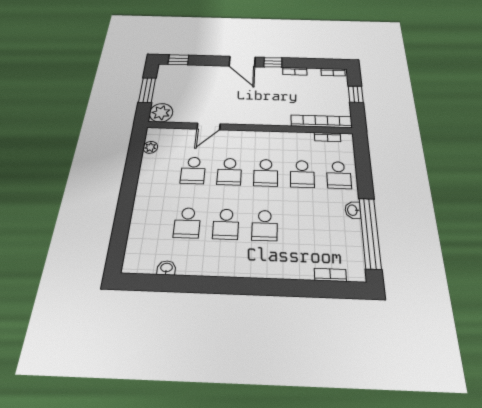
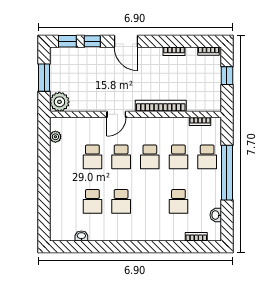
window: (273, 62) -> (92, 41), moved
bookcase: (322, 121) -> (161, 106), moved
door: (209, 126) -> (116, 114), moved
washbasin: (353, 210) -> (216, 215), moved
school desk: (265, 225) -> (178, 201), moved
window: (370, 233) -> (227, 173), moved

